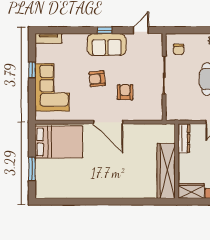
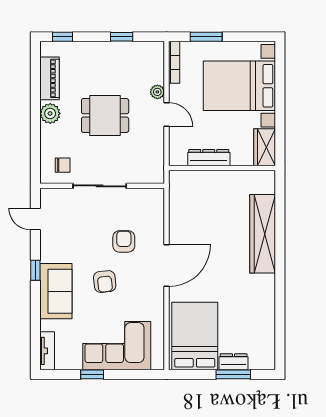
sofa: (107, 45) -> (56, 291), moved
armchair: (125, 92) -> (124, 241), turned 90
dresser: (184, 138) -> (209, 158), moved
dresser: (41, 169) -> (234, 362), added
wardrobe: (166, 171) -> (263, 234), moved, turned 90

